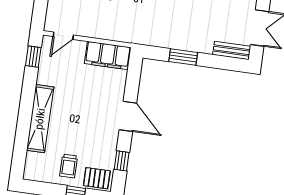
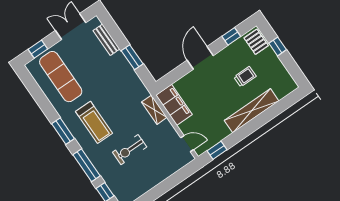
shelving: (119, 34) -> (154, 110), added
bench: (232, 50) -> (106, 40), moved
trolley: (69, 166) -> (245, 77), moved

